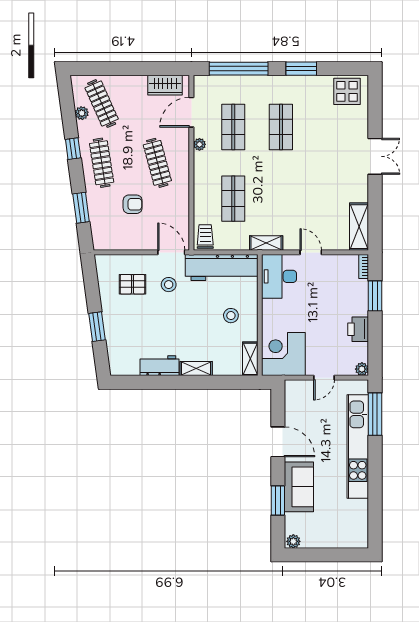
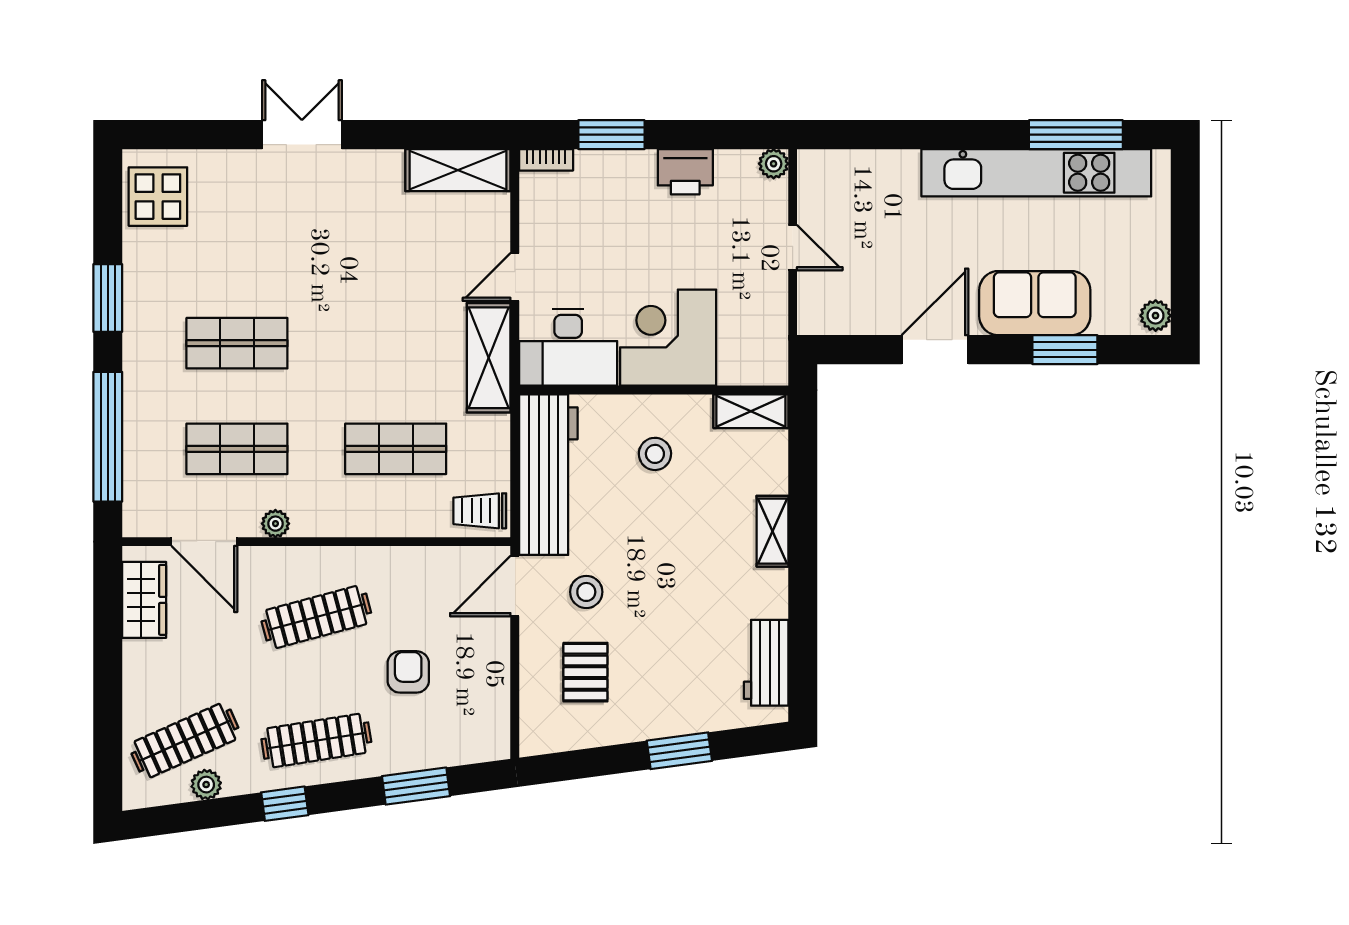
shelving: (266, 243) -> (489, 358), width x1.50, depth x1.33
corner desk: (283, 354) -> (668, 338), moved, turned 90
workbench: (159, 366) -> (766, 663), moved
window: (375, 414) -> (1076, 135), moved
kitchen unit: (358, 447) -> (1036, 173), moved

